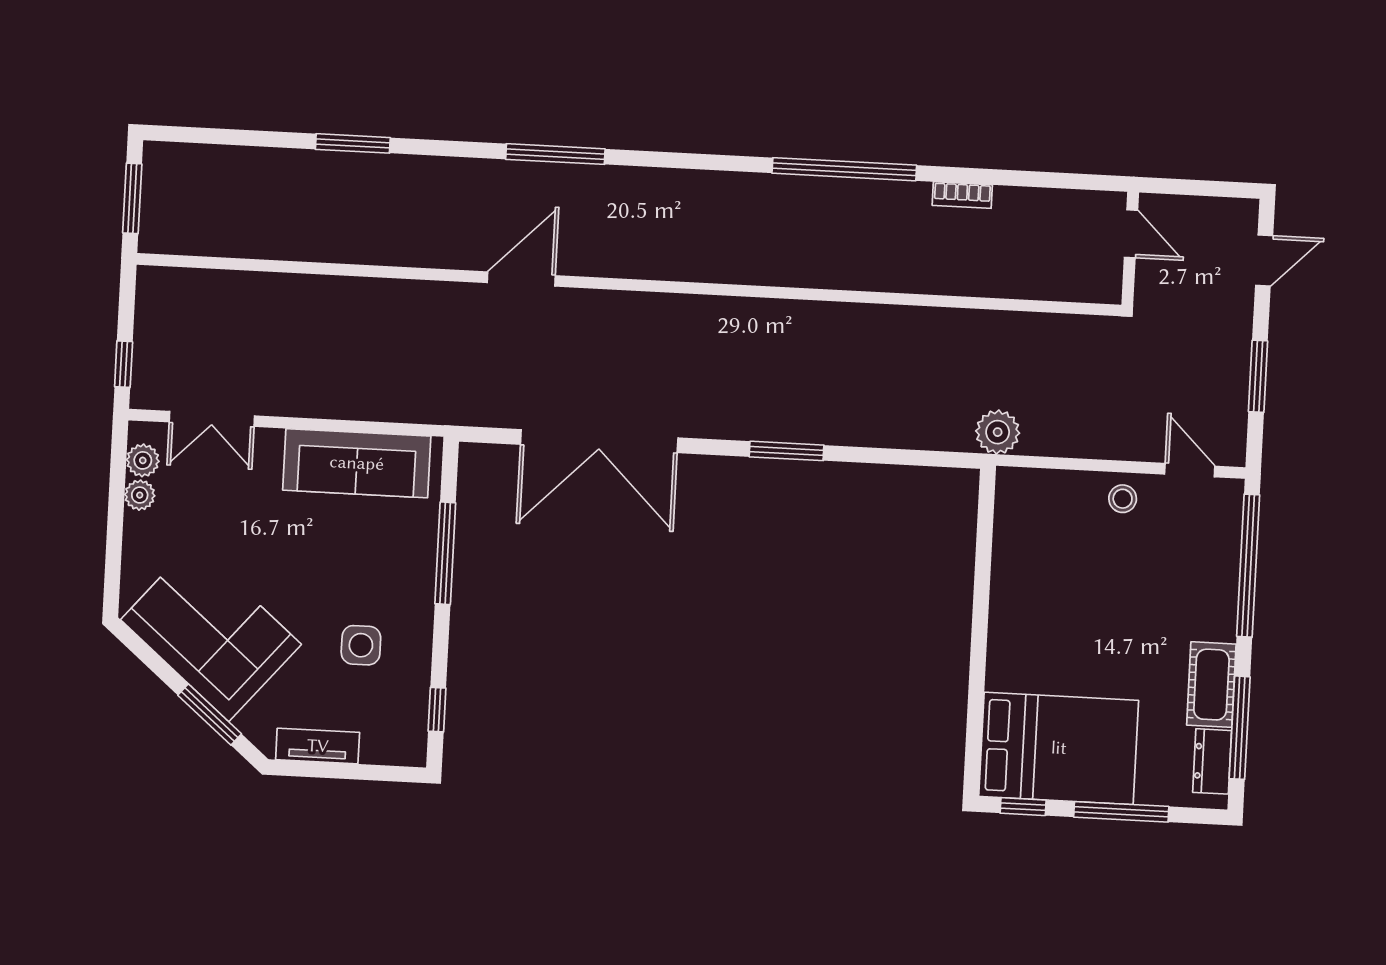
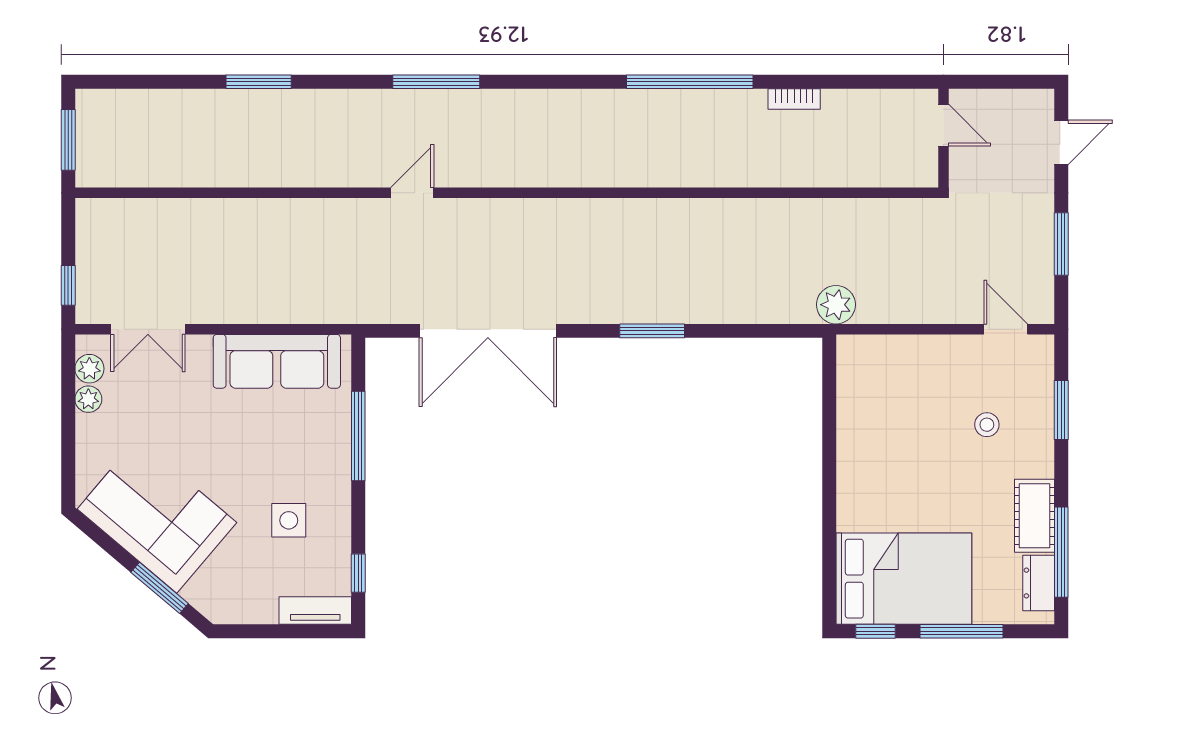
door: (521, 279) -> (412, 193), width x0.73
stool: (1123, 499) -> (987, 425), moved
window: (1248, 566) -> (1061, 410), width x0.47
tv unit: (318, 746) -> (315, 611), moved

